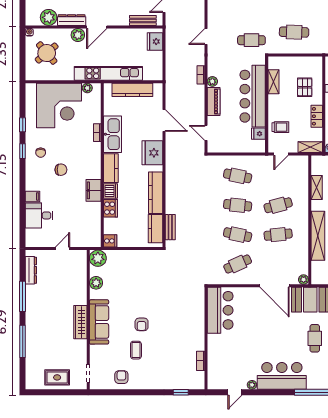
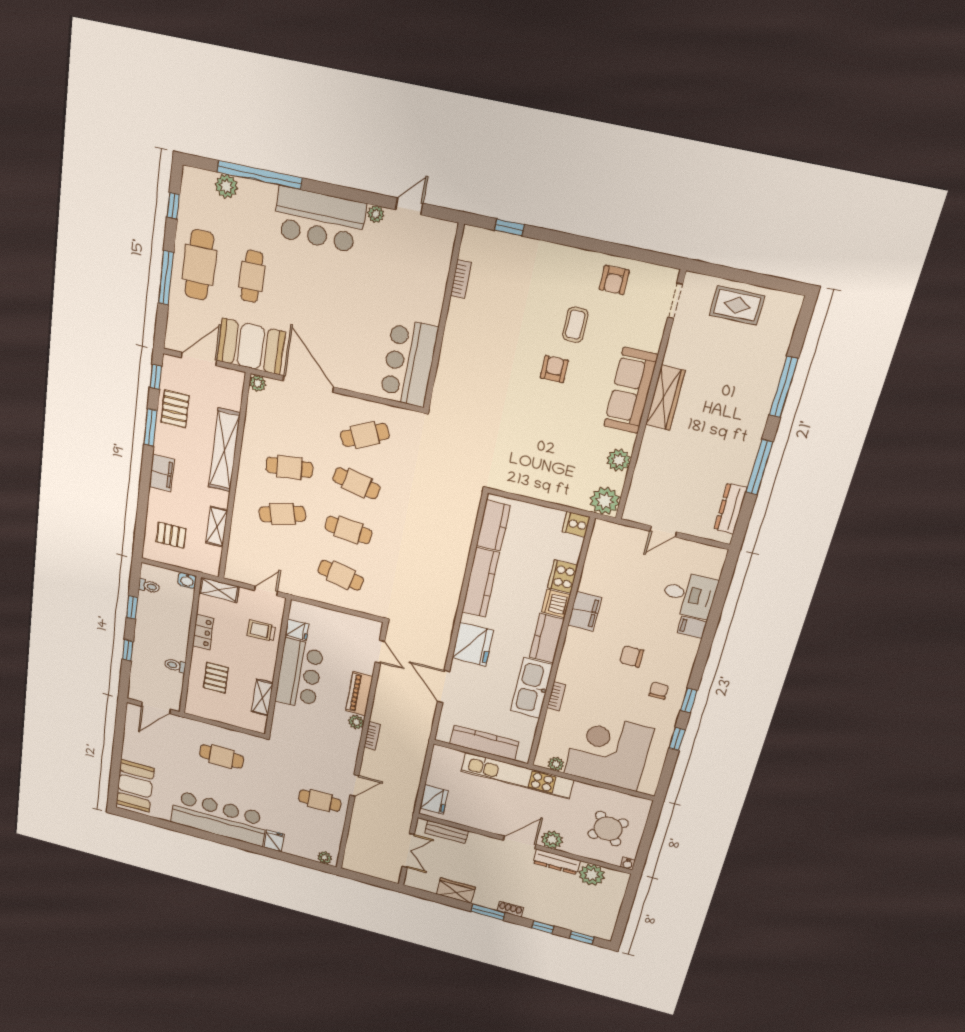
cafe table: (251, 40) -> (320, 801), moved
bar counter: (253, 96) -> (299, 674), width x0.73
bench: (170, 227) -> (468, 522), removed

